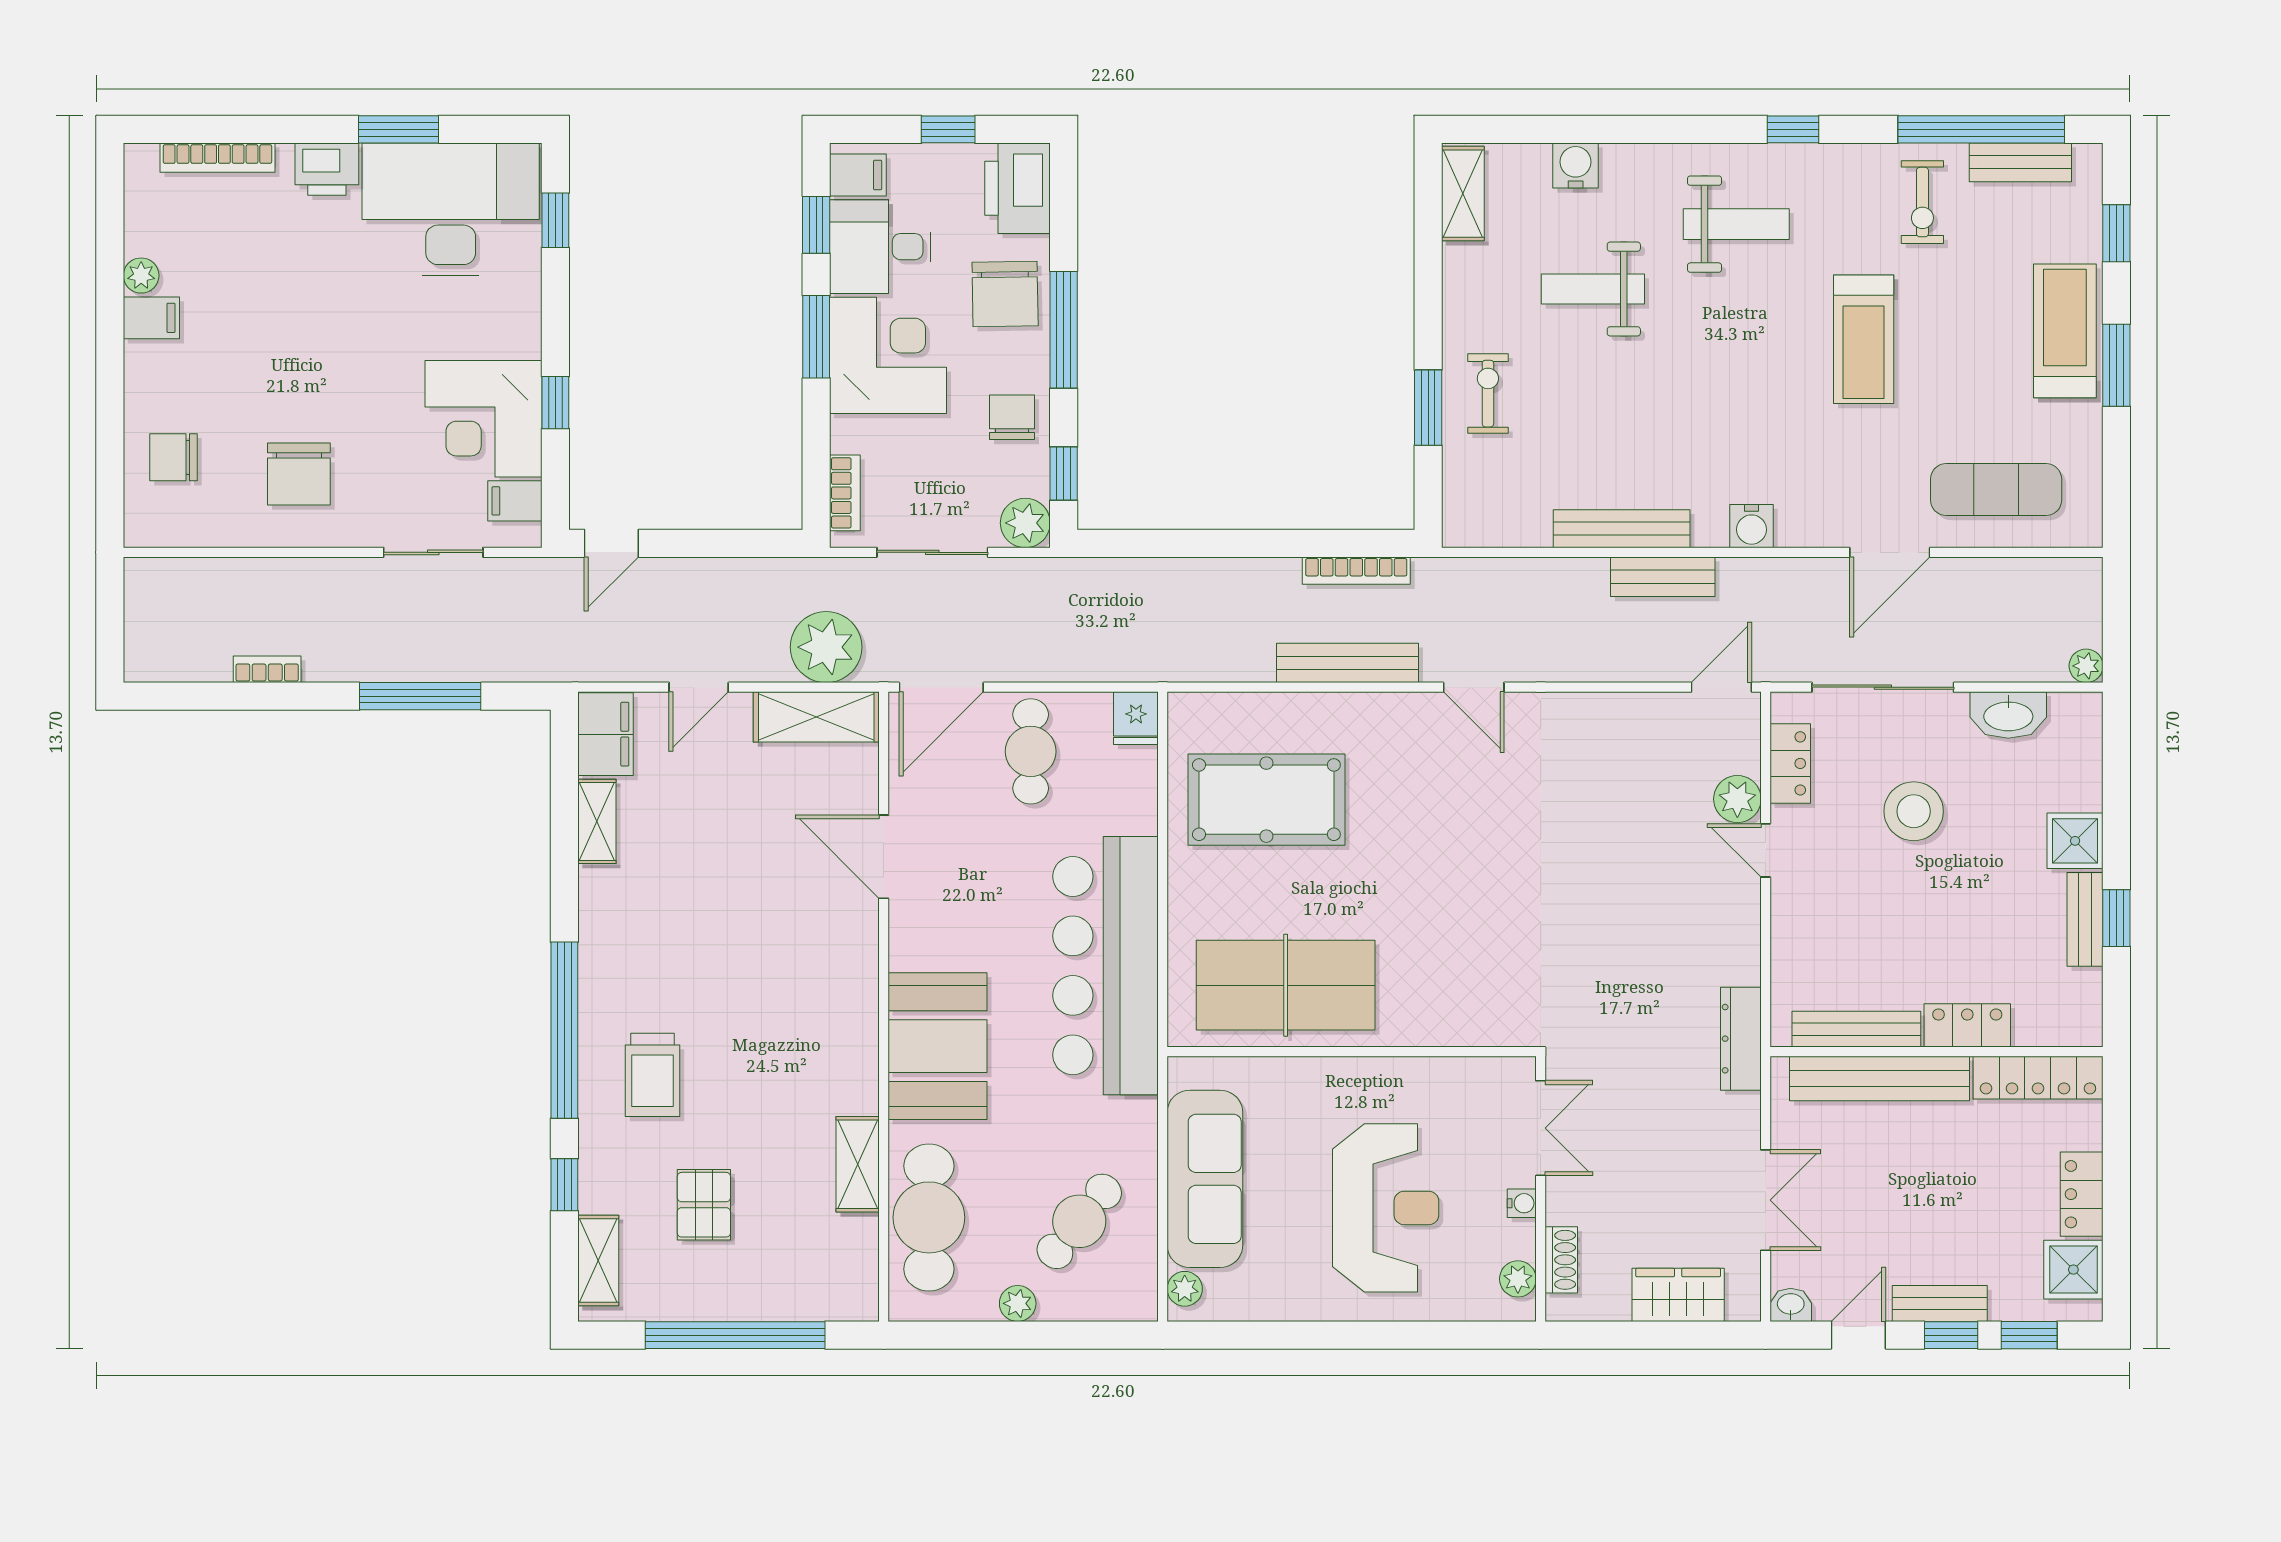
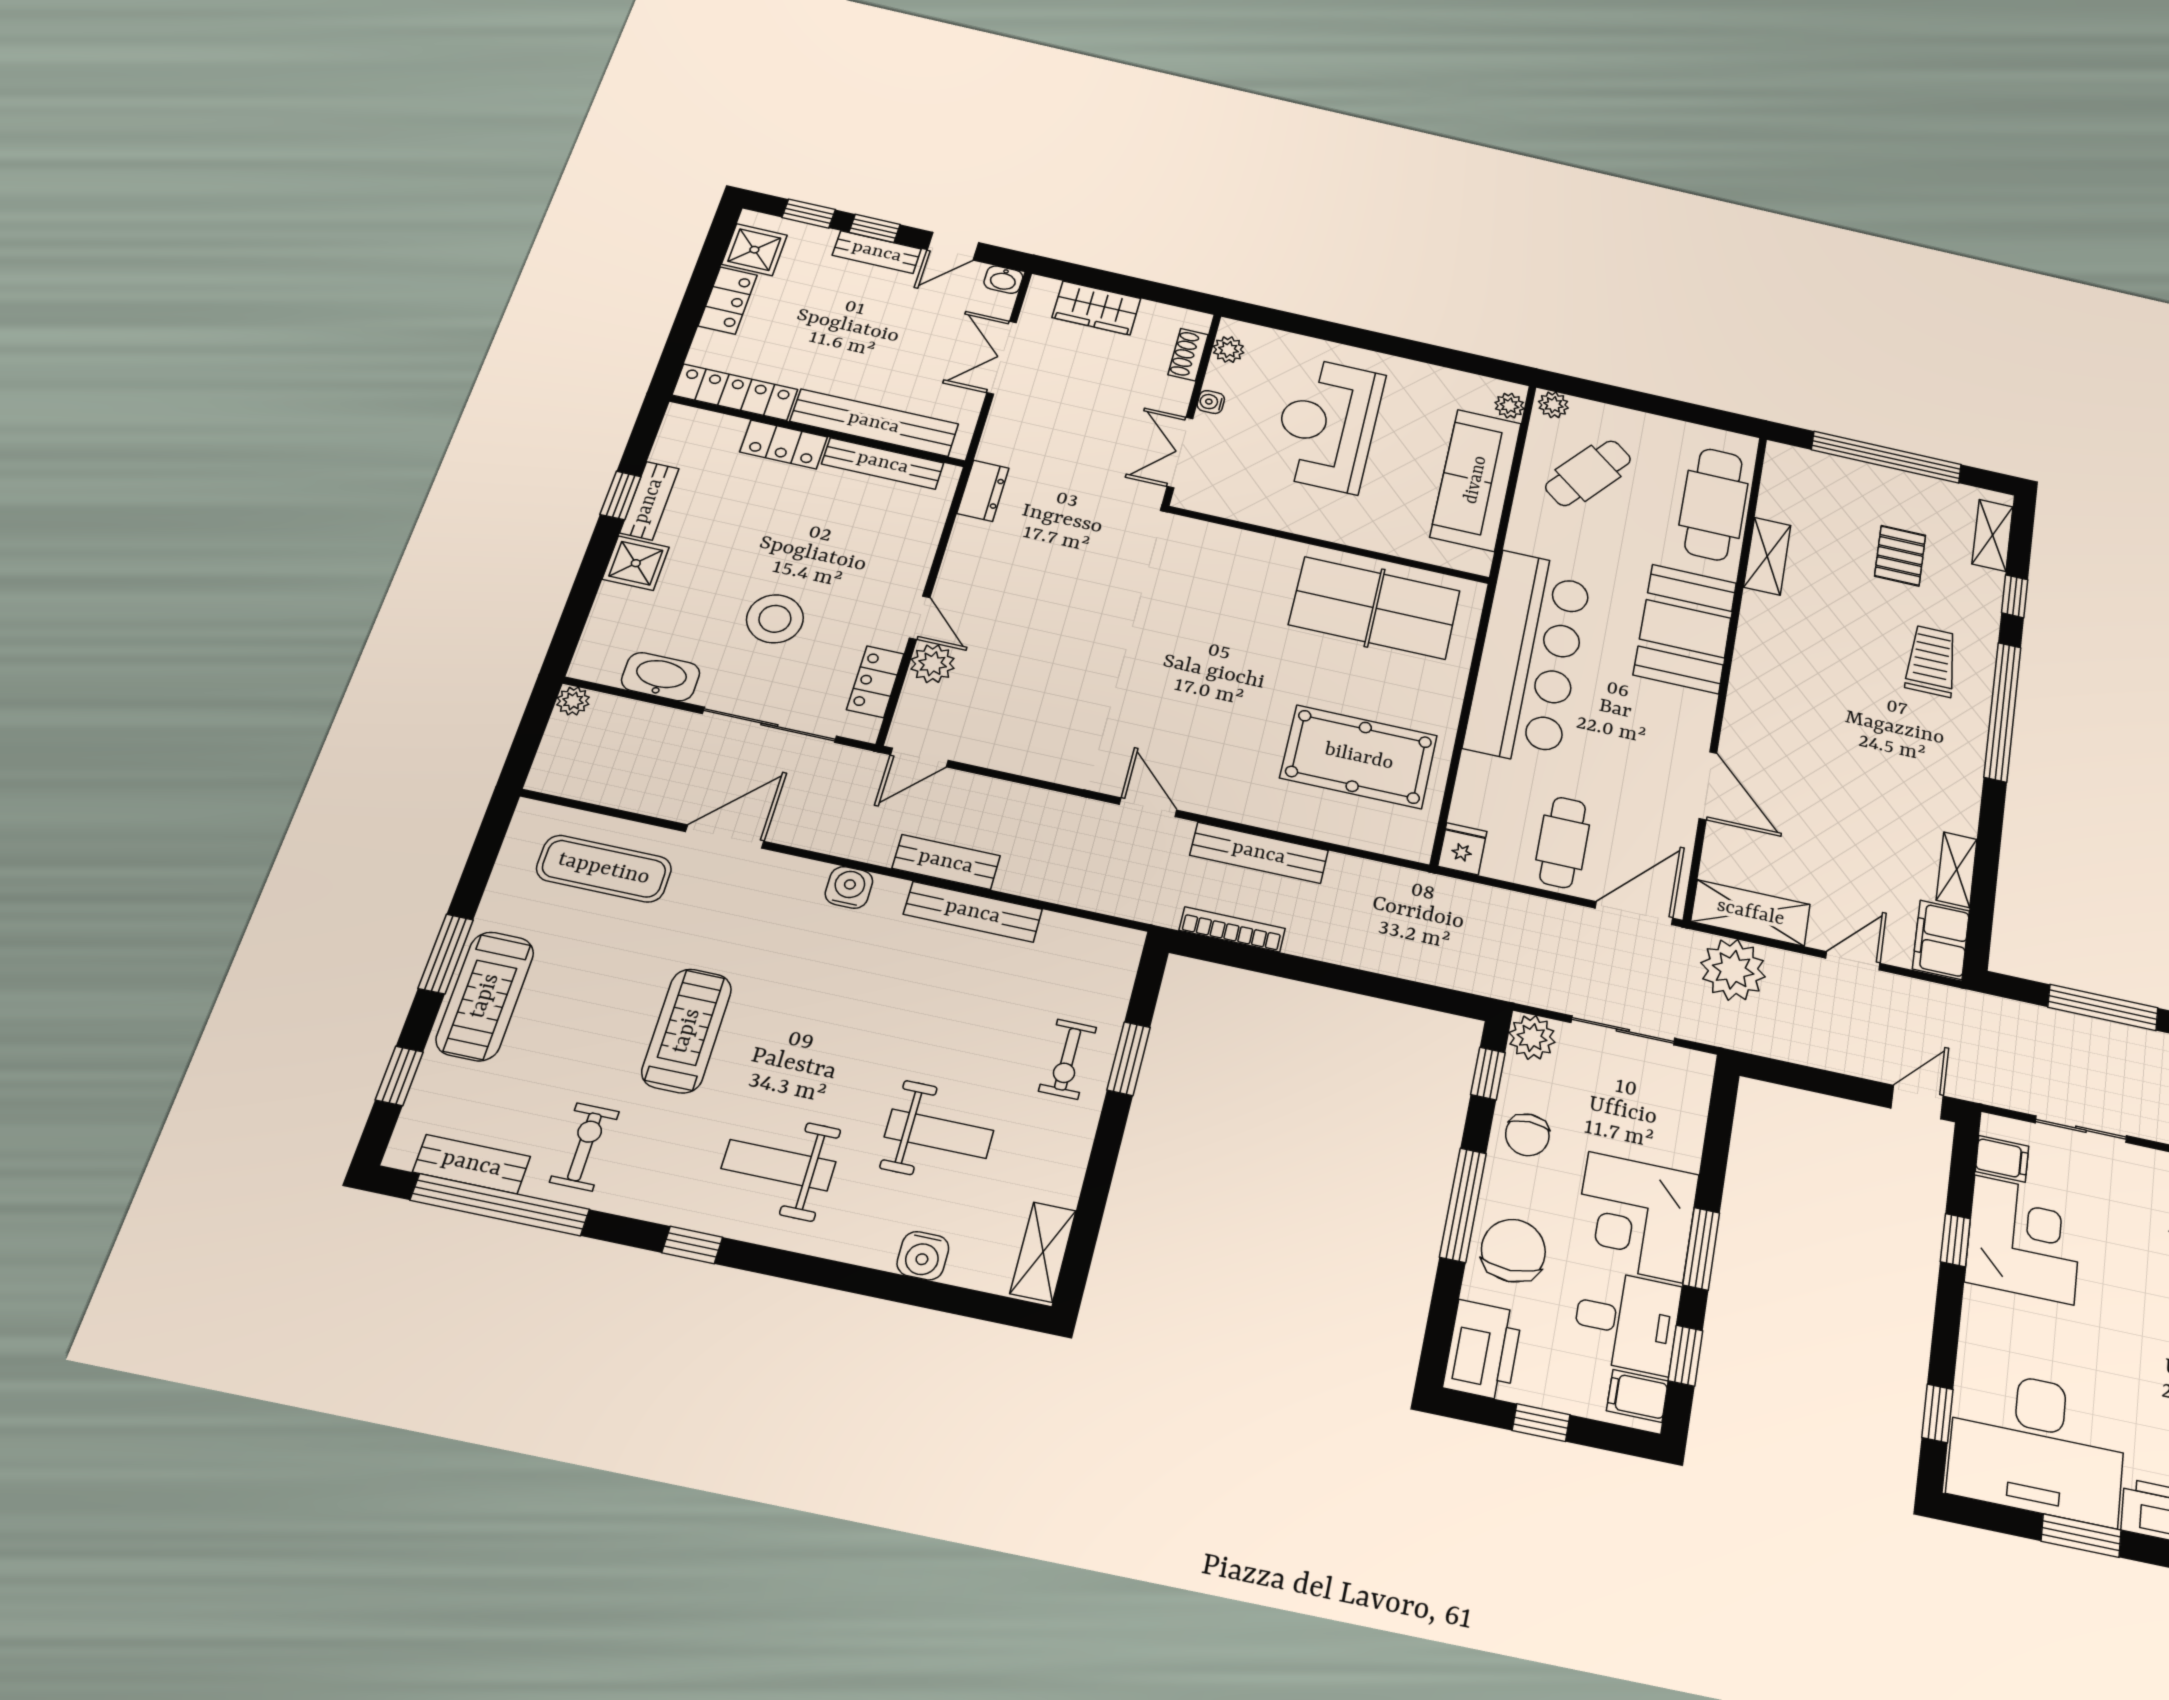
bookcase: (845, 493) -> (1696, 1100), removed
dresser: (1741, 1039) -> (983, 491), width x0.70
plant: (1018, 1303) -> (1553, 405), moved

